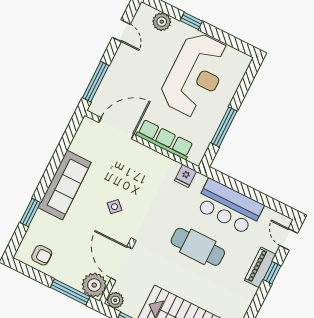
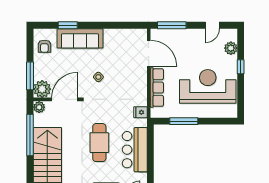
reception desk: (195, 75) -> (208, 86), turned 180
sofa: (65, 185) -> (80, 38), moved

